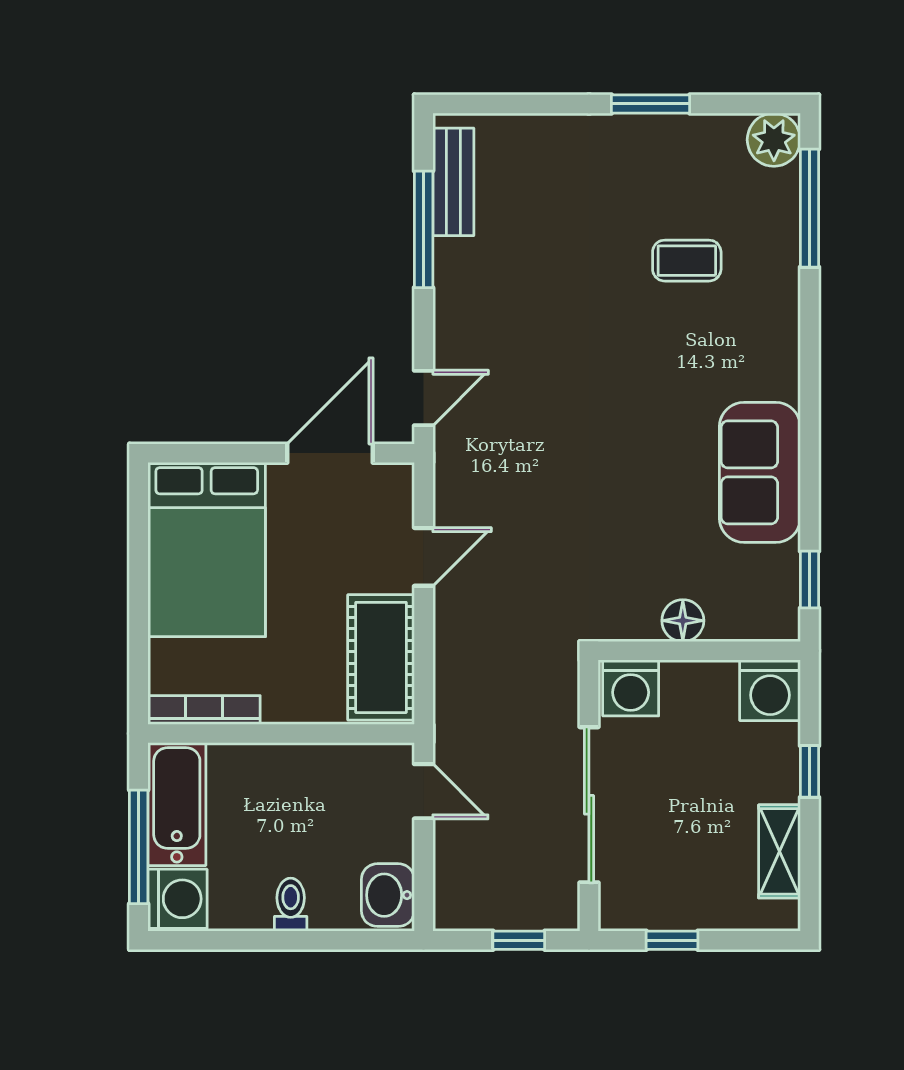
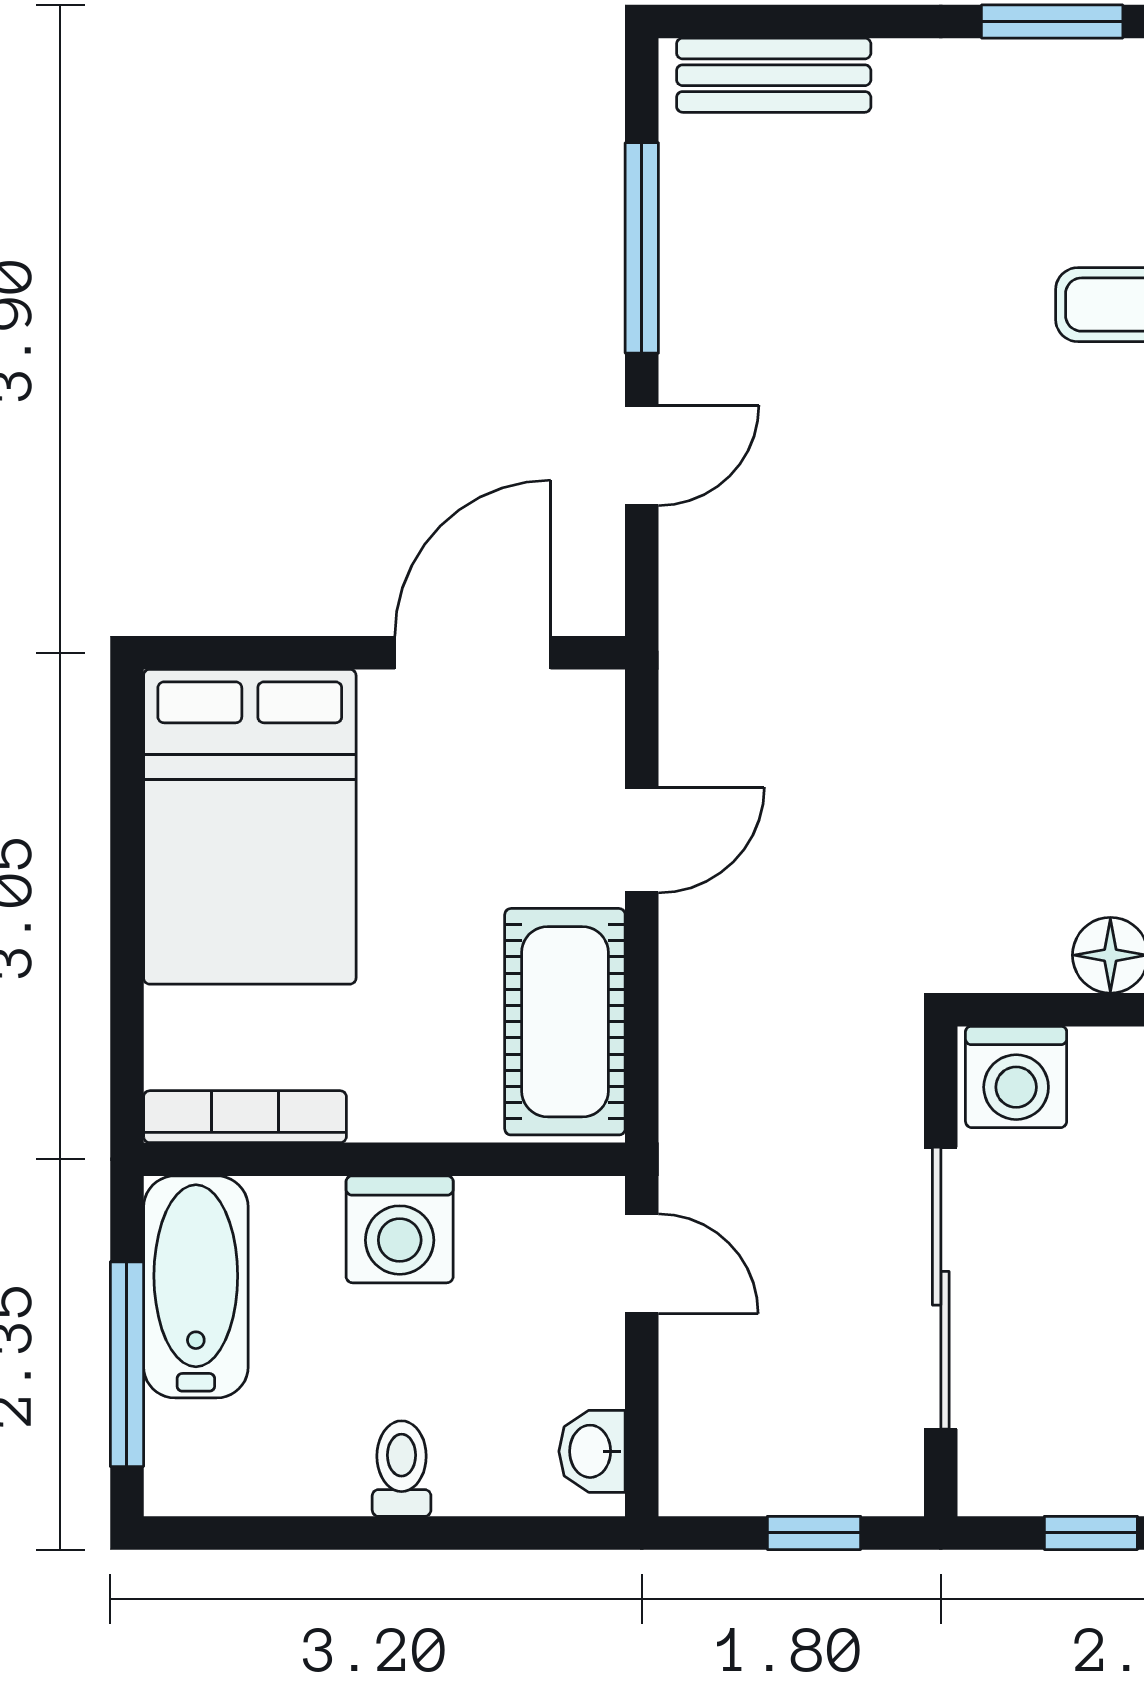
bench: (453, 182) -> (774, 75), moved, turned 90
door: (424, 398) -> (642, 455), moved
washbasin: (388, 895) -> (592, 1451), width x0.72, depth x0.69
washing machine: (177, 899) -> (400, 1229), moved, turned 90

